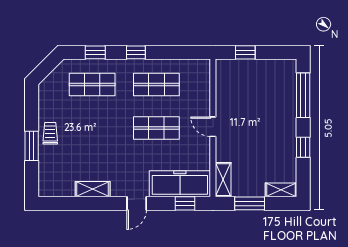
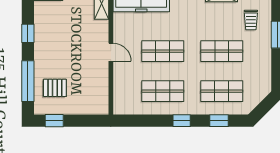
window: (245, 52) -> (54, 121), moved
pallet: (274, 88) -> (55, 88), added
shop shelf: (92, 128) -> (222, 51), added
trolley: (50, 133) -> (251, 20), moved

